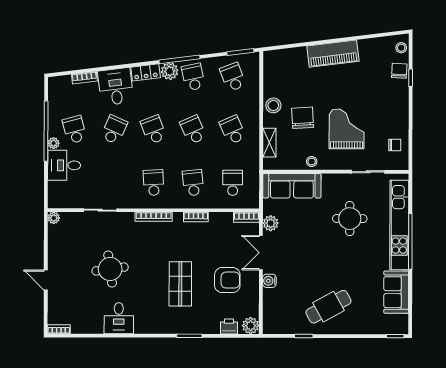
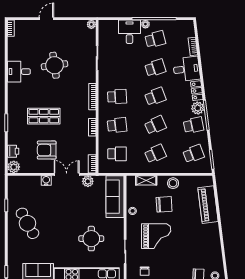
piano: (333, 54) -> (208, 205), moved
school desk: (114, 130) -> (155, 68), turned -42
armchair: (227, 280) -> (47, 150), turned 90

